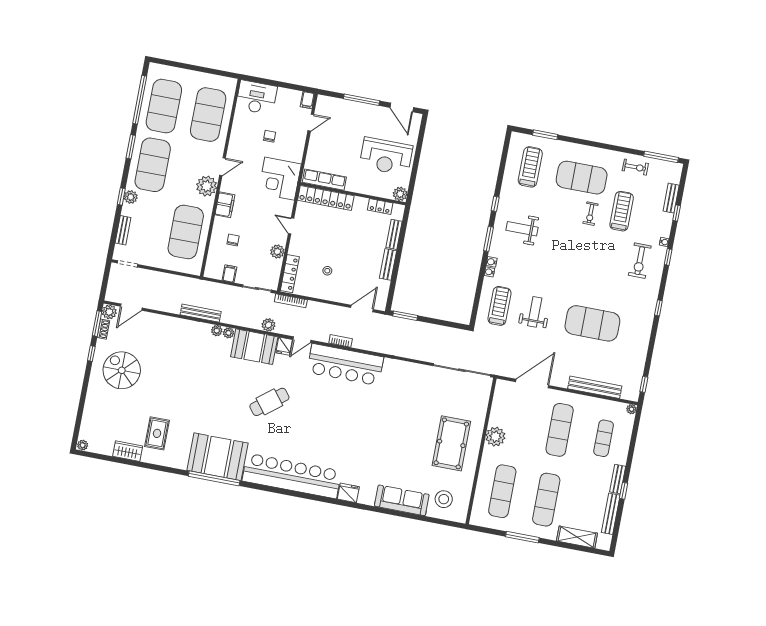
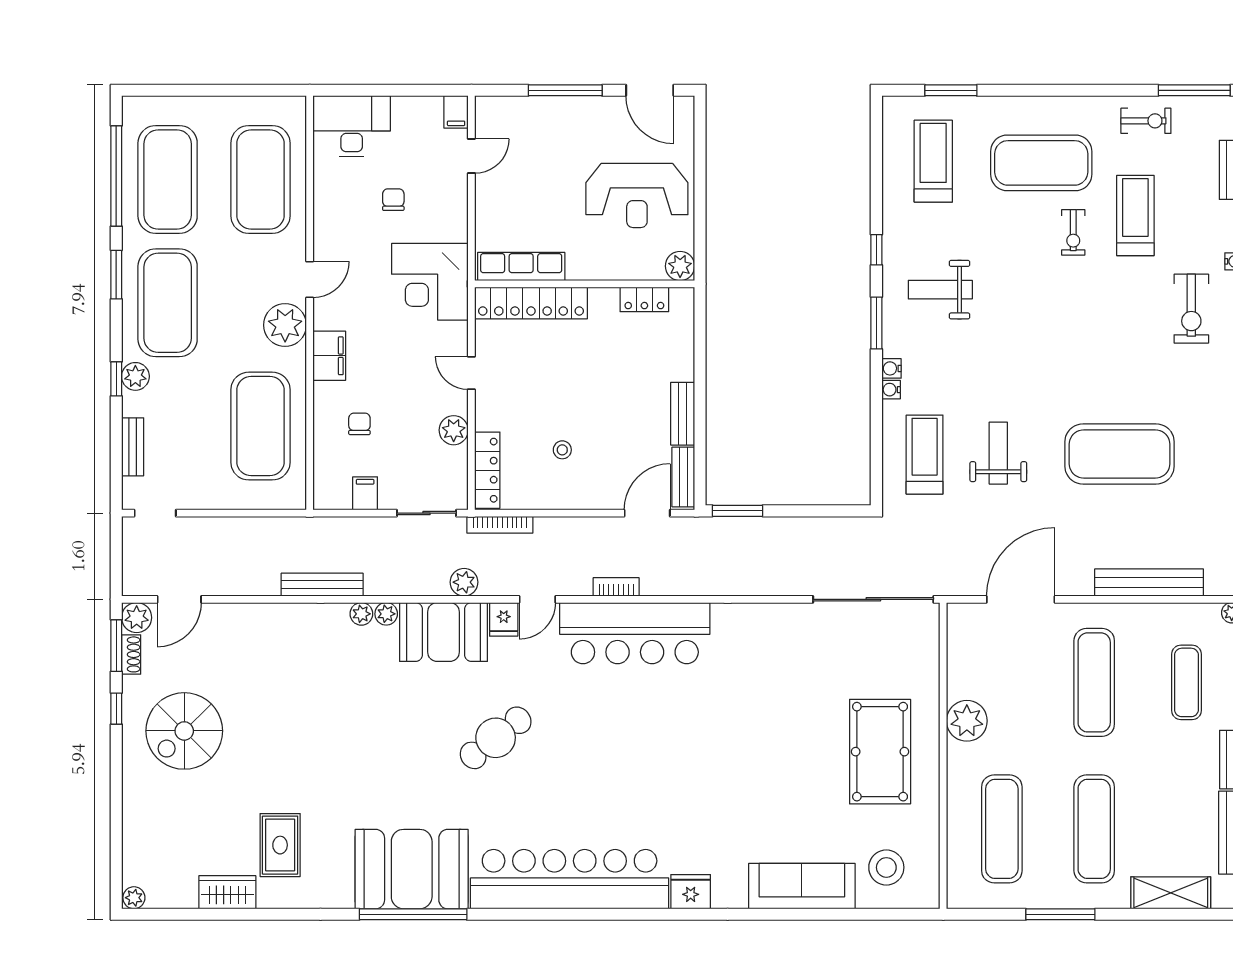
bench: (394, 234) -> (683, 477), moved
spiral stairs: (122, 370) -> (184, 731), turned -90

